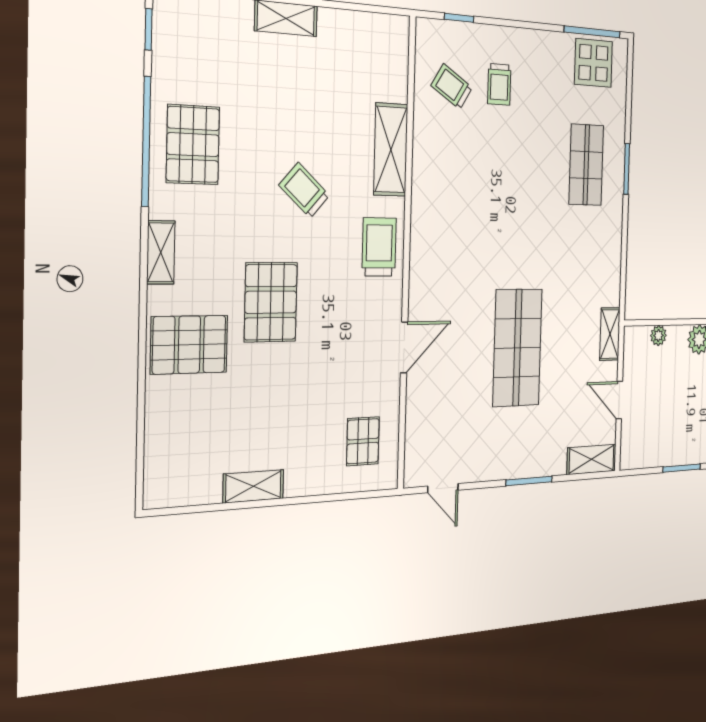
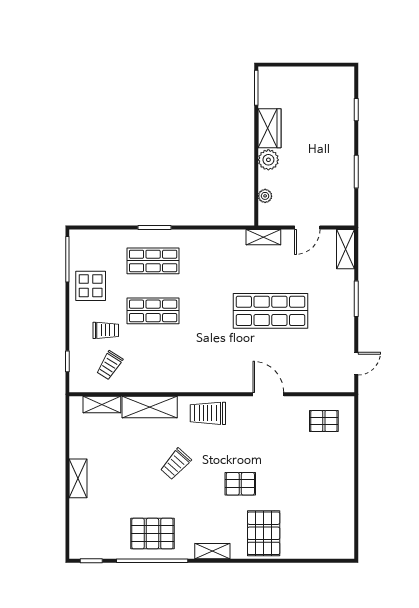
display table: (593, 63) -> (91, 286), moved
shop shelf: (523, 162) -> (153, 311), added
pallet: (271, 302) -> (240, 484), width x0.67, depth x0.71
shelving: (253, 486) -> (102, 404), moved, turned 90

